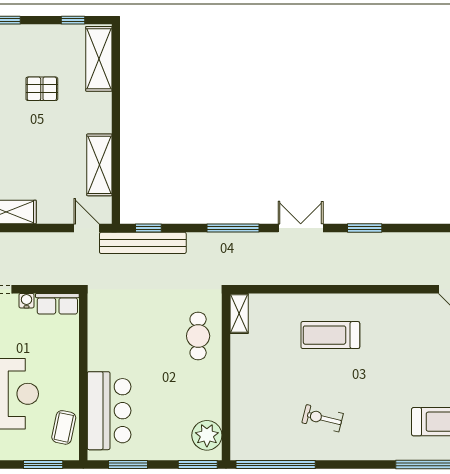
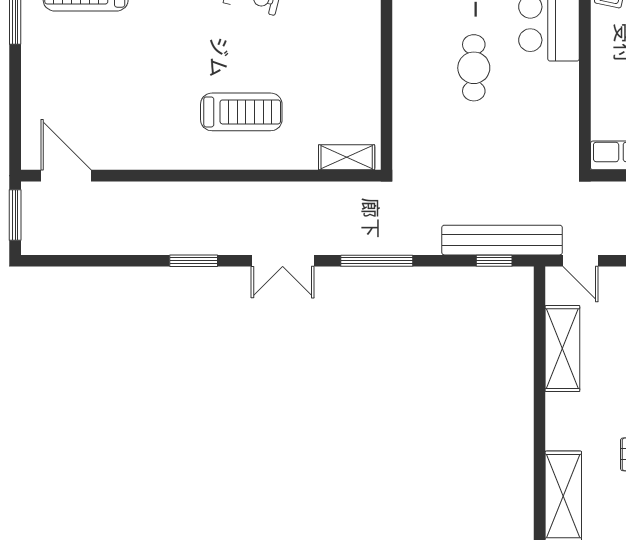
shelving: (239, 313) -> (347, 157), moved, turned 90
cafe table: (198, 336) -> (474, 68), moved

